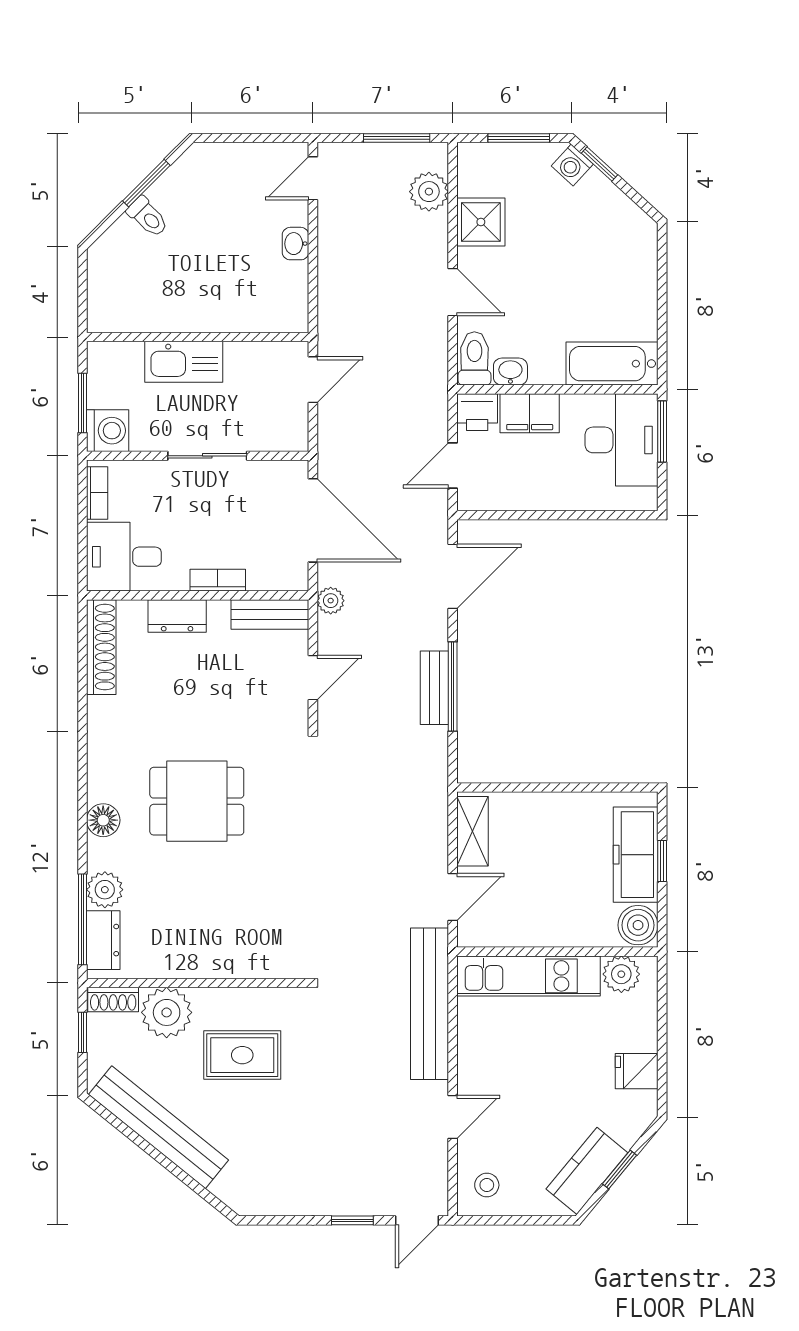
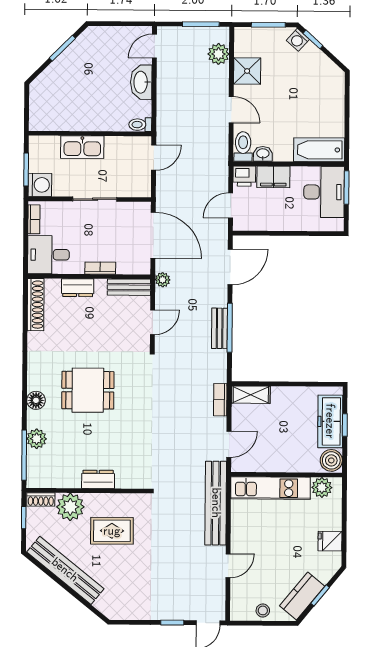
toilet: (148, 217) -> (140, 125), moved, turned 135
washbasin: (296, 244) -> (141, 82), width x1.91, depth x1.45
bookcase: (437, 817) -> (220, 400), added
shelving: (472, 831) -> (251, 395), moved, turned 90
dresser: (103, 940) -> (98, 479), moved, turned -90
stool: (487, 1185) -> (263, 610), moved

